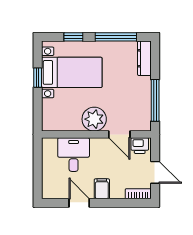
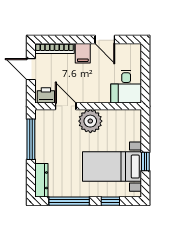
desk: (74, 155) -> (126, 87), moved
bookcase: (138, 194) -> (54, 49), width x1.56

